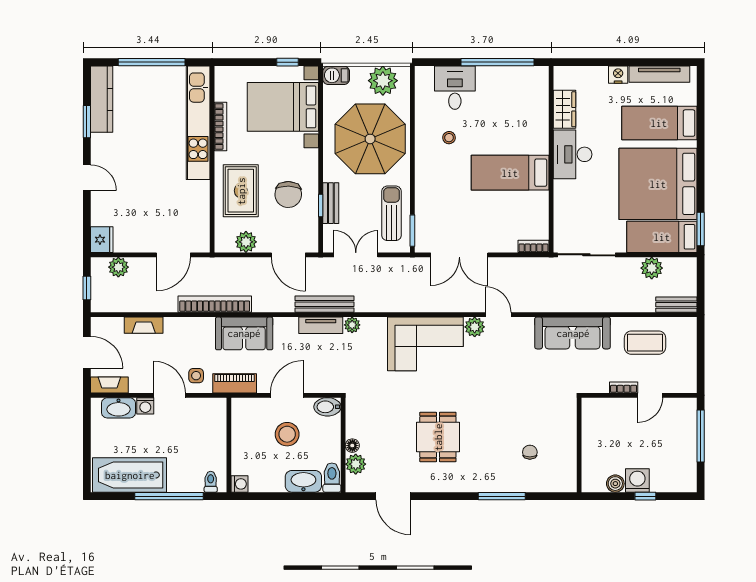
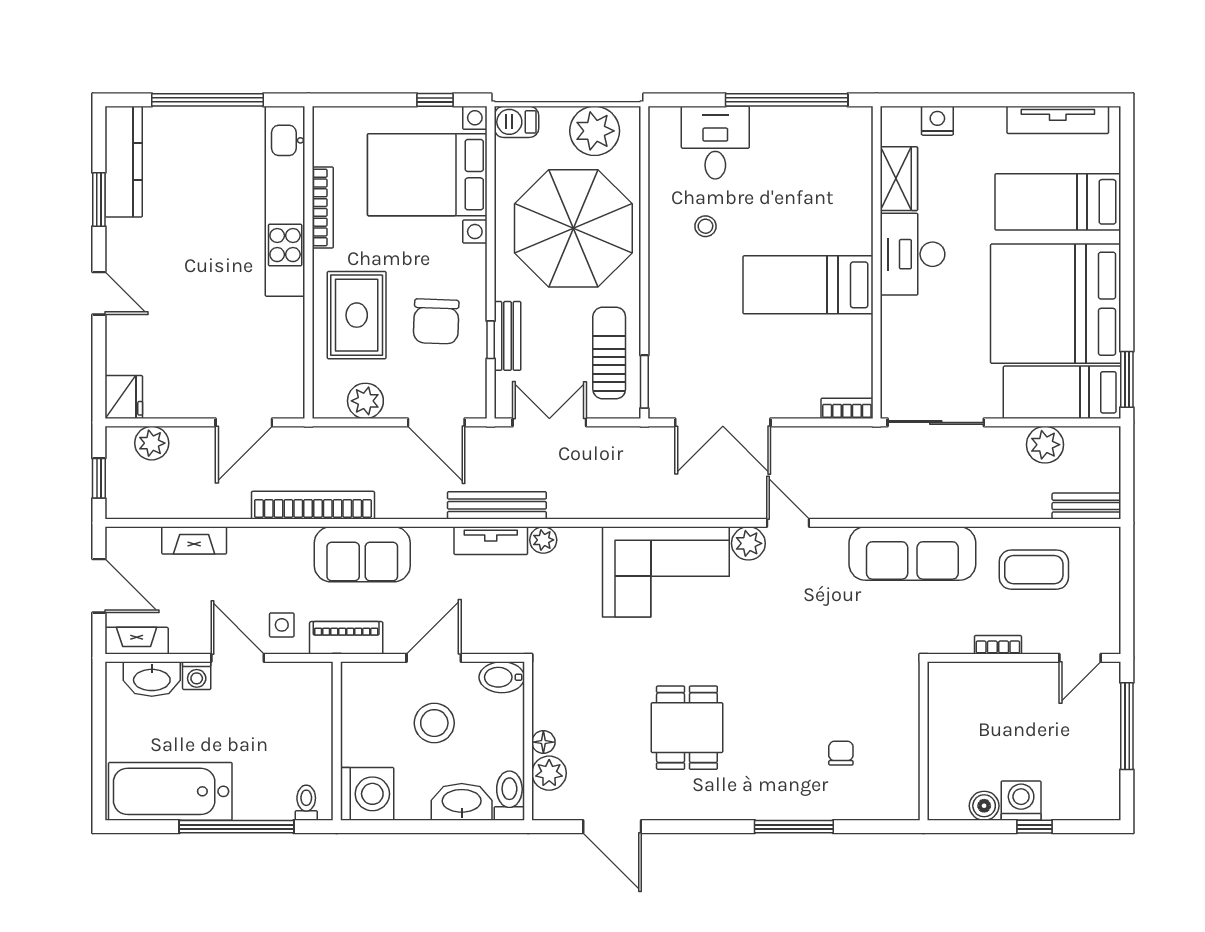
nightstand: (618, 75) -> (937, 121), moved
door: (650, 395) -> (1080, 658), moved
washing machine: (240, 484) -> (367, 794), width x1.89, depth x1.89

